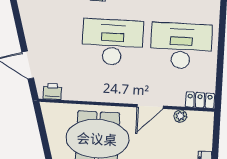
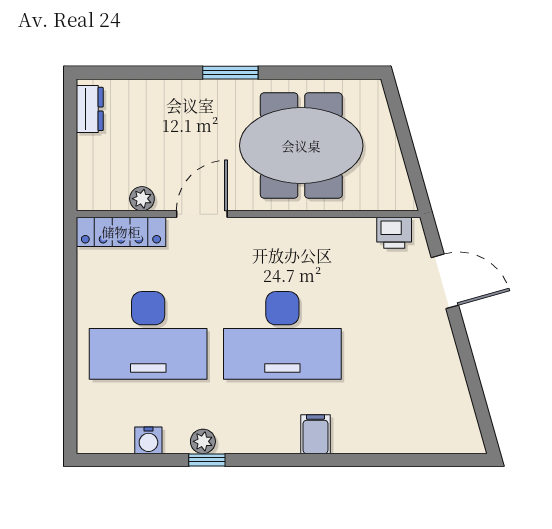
locker: (200, 100) -> (121, 232), width x1.53

